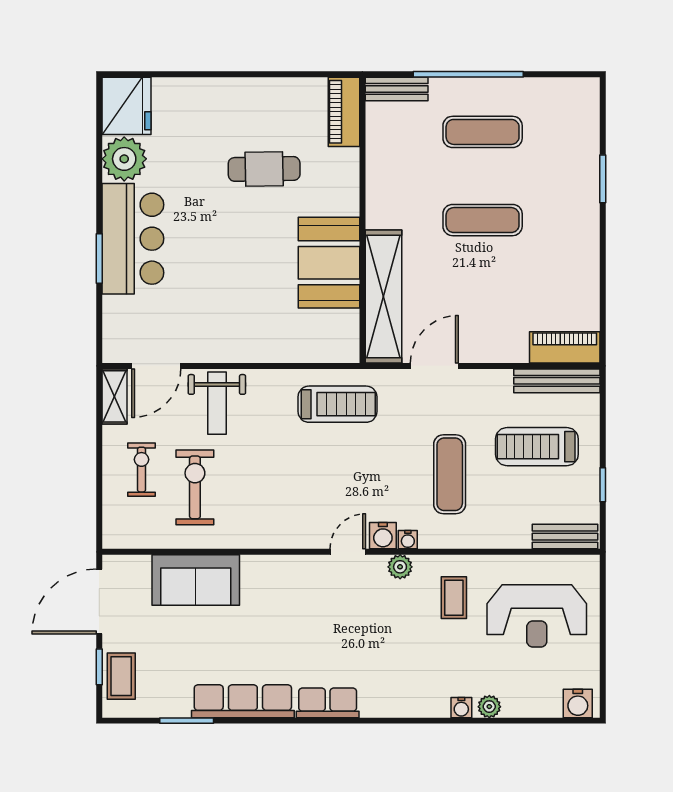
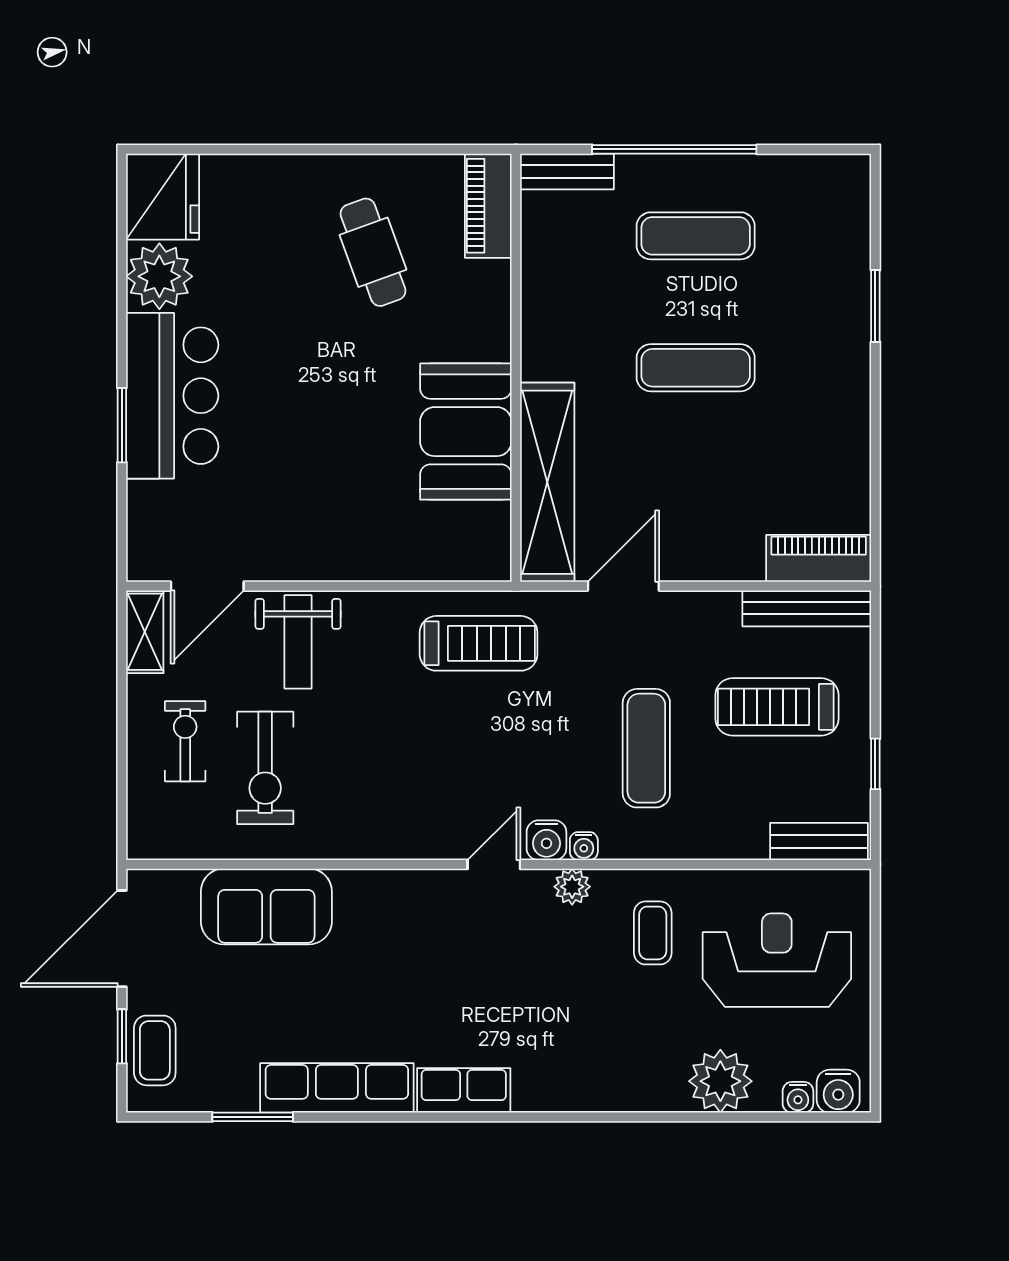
cafe table: (264, 169) -> (373, 252), moved, turned 71
exercise bike: (195, 487) -> (265, 768), turned 180
reception desk: (537, 616) -> (777, 960), turned 180
plant: (489, 707) -> (720, 1081), width x1.87, depth x1.87
water cooler: (461, 708) -> (798, 1097), moved

